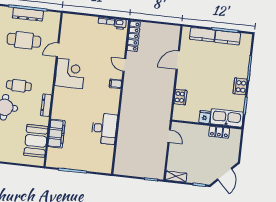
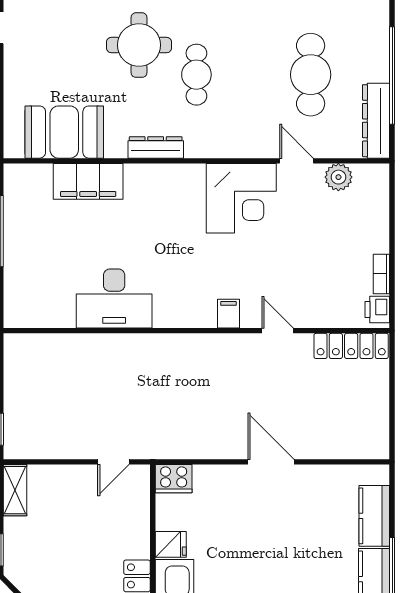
dresser: (28, 14) -> (376, 121), moved
plant: (66, 34) -> (338, 177), added
door: (178, 60) -> (271, 462), moved
door: (124, 65) -> (278, 331), hinge flipped
cooker: (180, 97) -> (174, 479), moved

